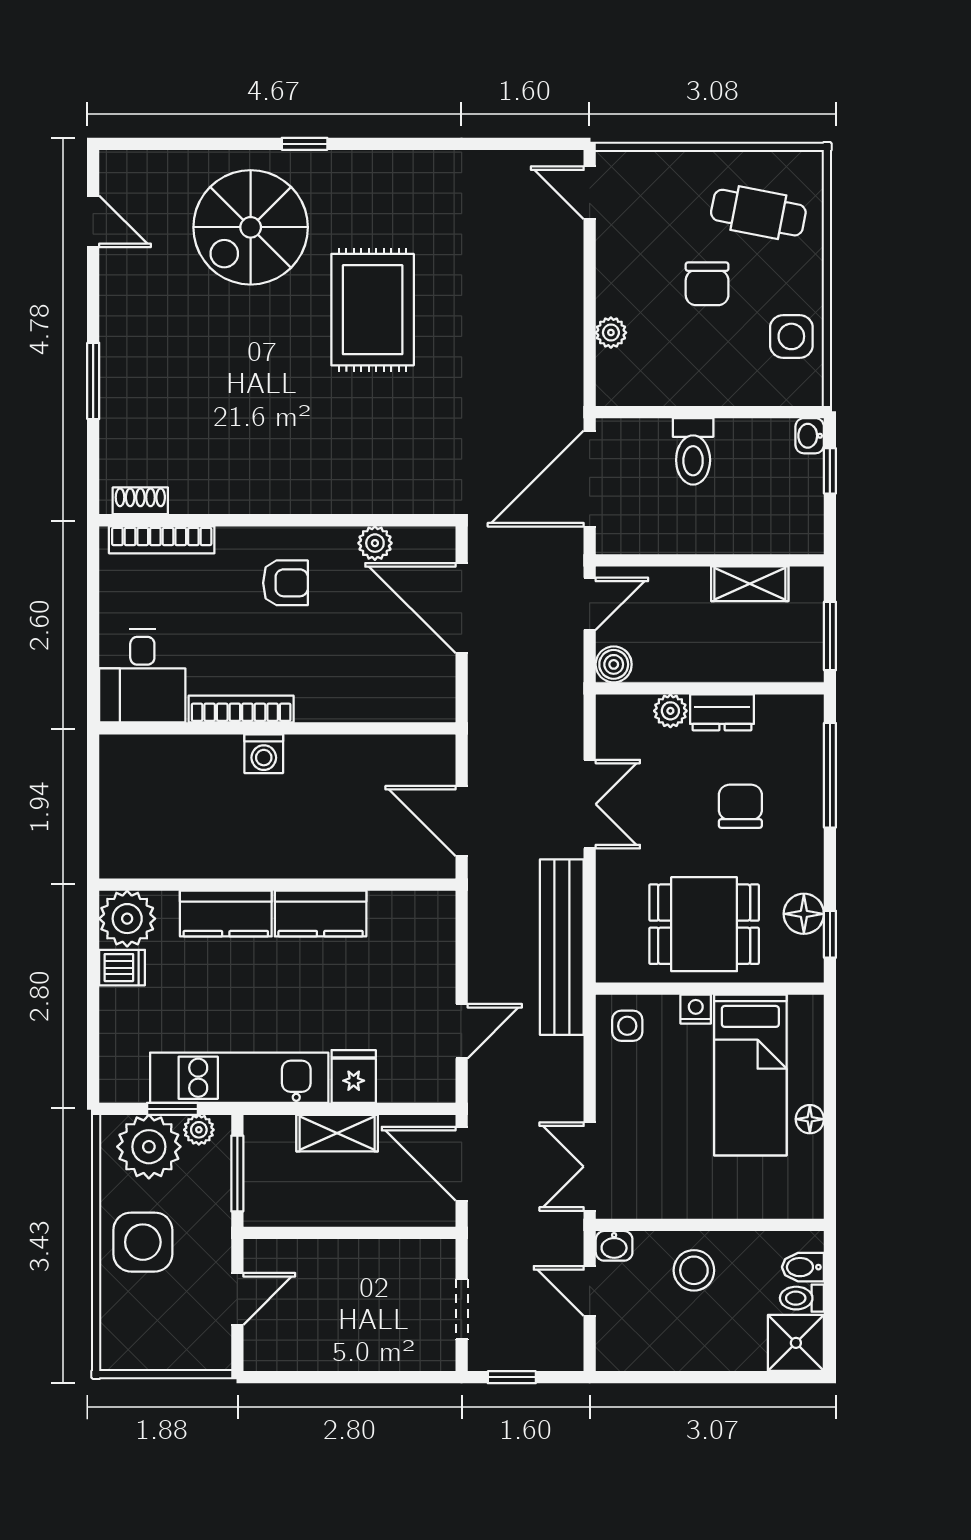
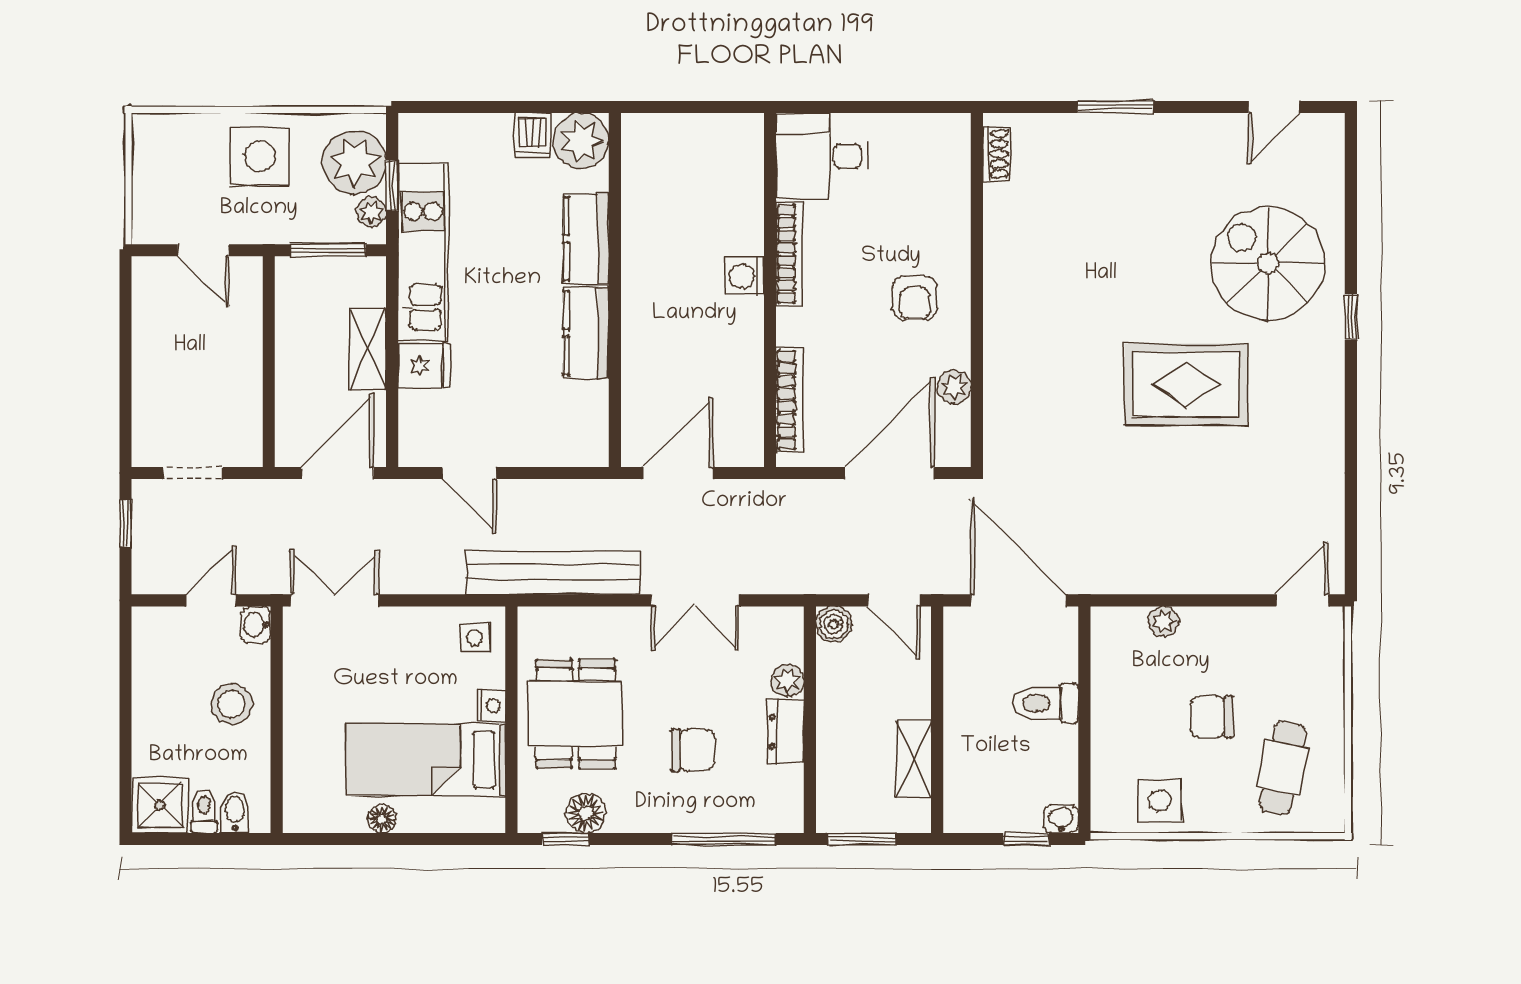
bookcase: (162, 540) -> (789, 400), moved, turned 180

